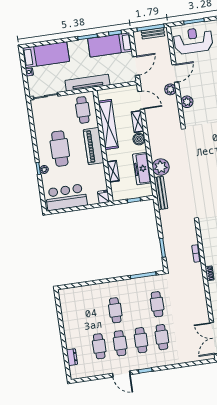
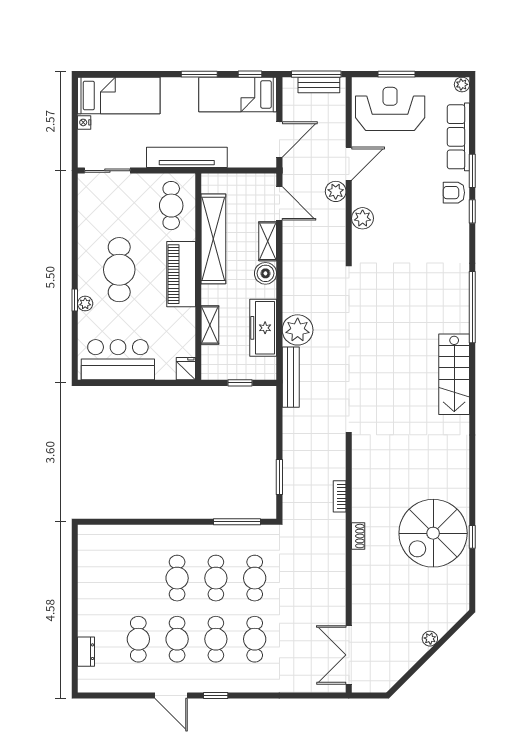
cafe table: (136, 307) -> (216, 578), added

